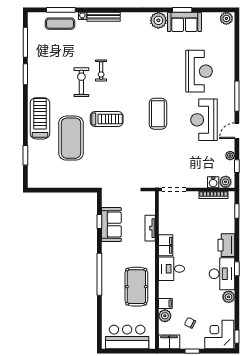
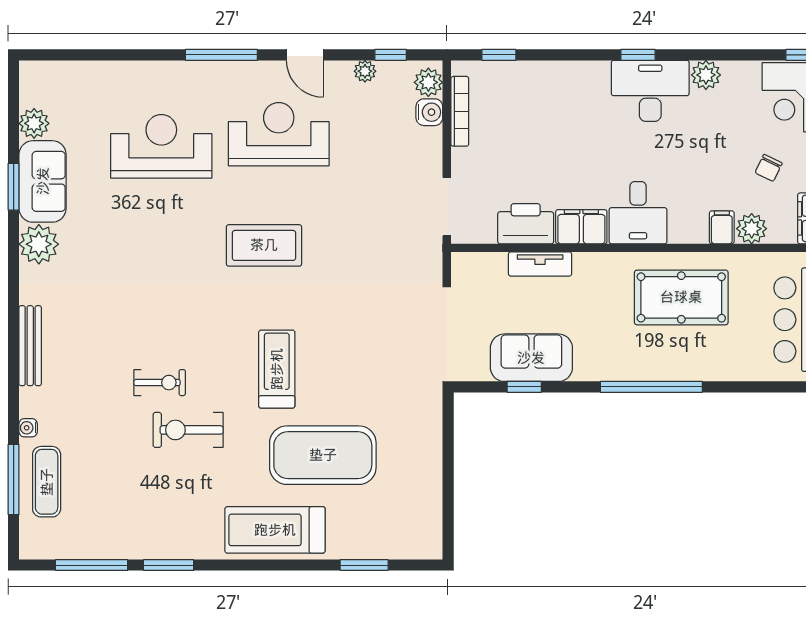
bench: (104, 17) -> (30, 346), moved
plant: (226, 18) -> (34, 123), moved
reception desk: (204, 120) -> (279, 134), turned 180
printer: (226, 245) -> (526, 224), moved, turned 180

